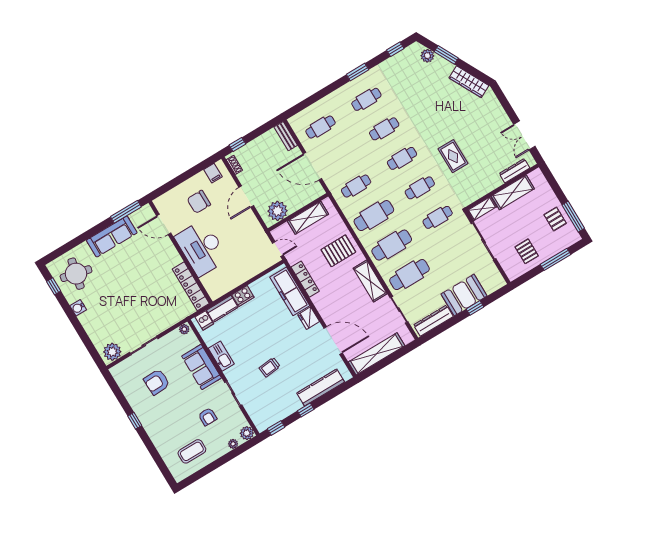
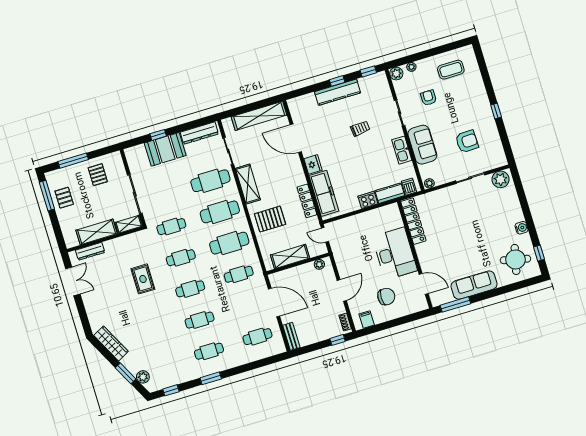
plant: (278, 211) -> (319, 264), width x0.53, depth x0.53
kitchen counter: (321, 388) -> (338, 92), moved

